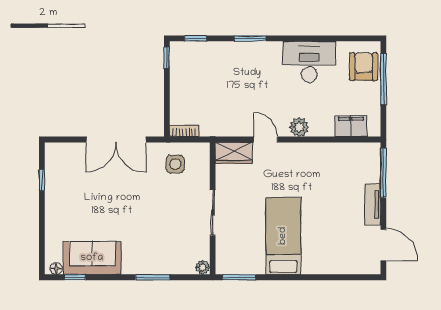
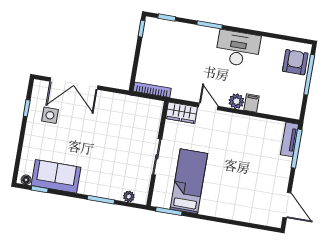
desk: (309, 62) -> (238, 49), moved
filing cabinet: (351, 126) -> (252, 103), moved, width x0.50
bookcase: (184, 131) -> (152, 90), width x1.56
double door: (116, 139) -> (74, 83), moved
side table: (175, 164) -> (50, 115), moved
tv unit: (373, 204) -> (289, 139), moved
bed: (283, 236) -> (189, 181), moved
plant: (203, 267) -> (129, 196), moved

